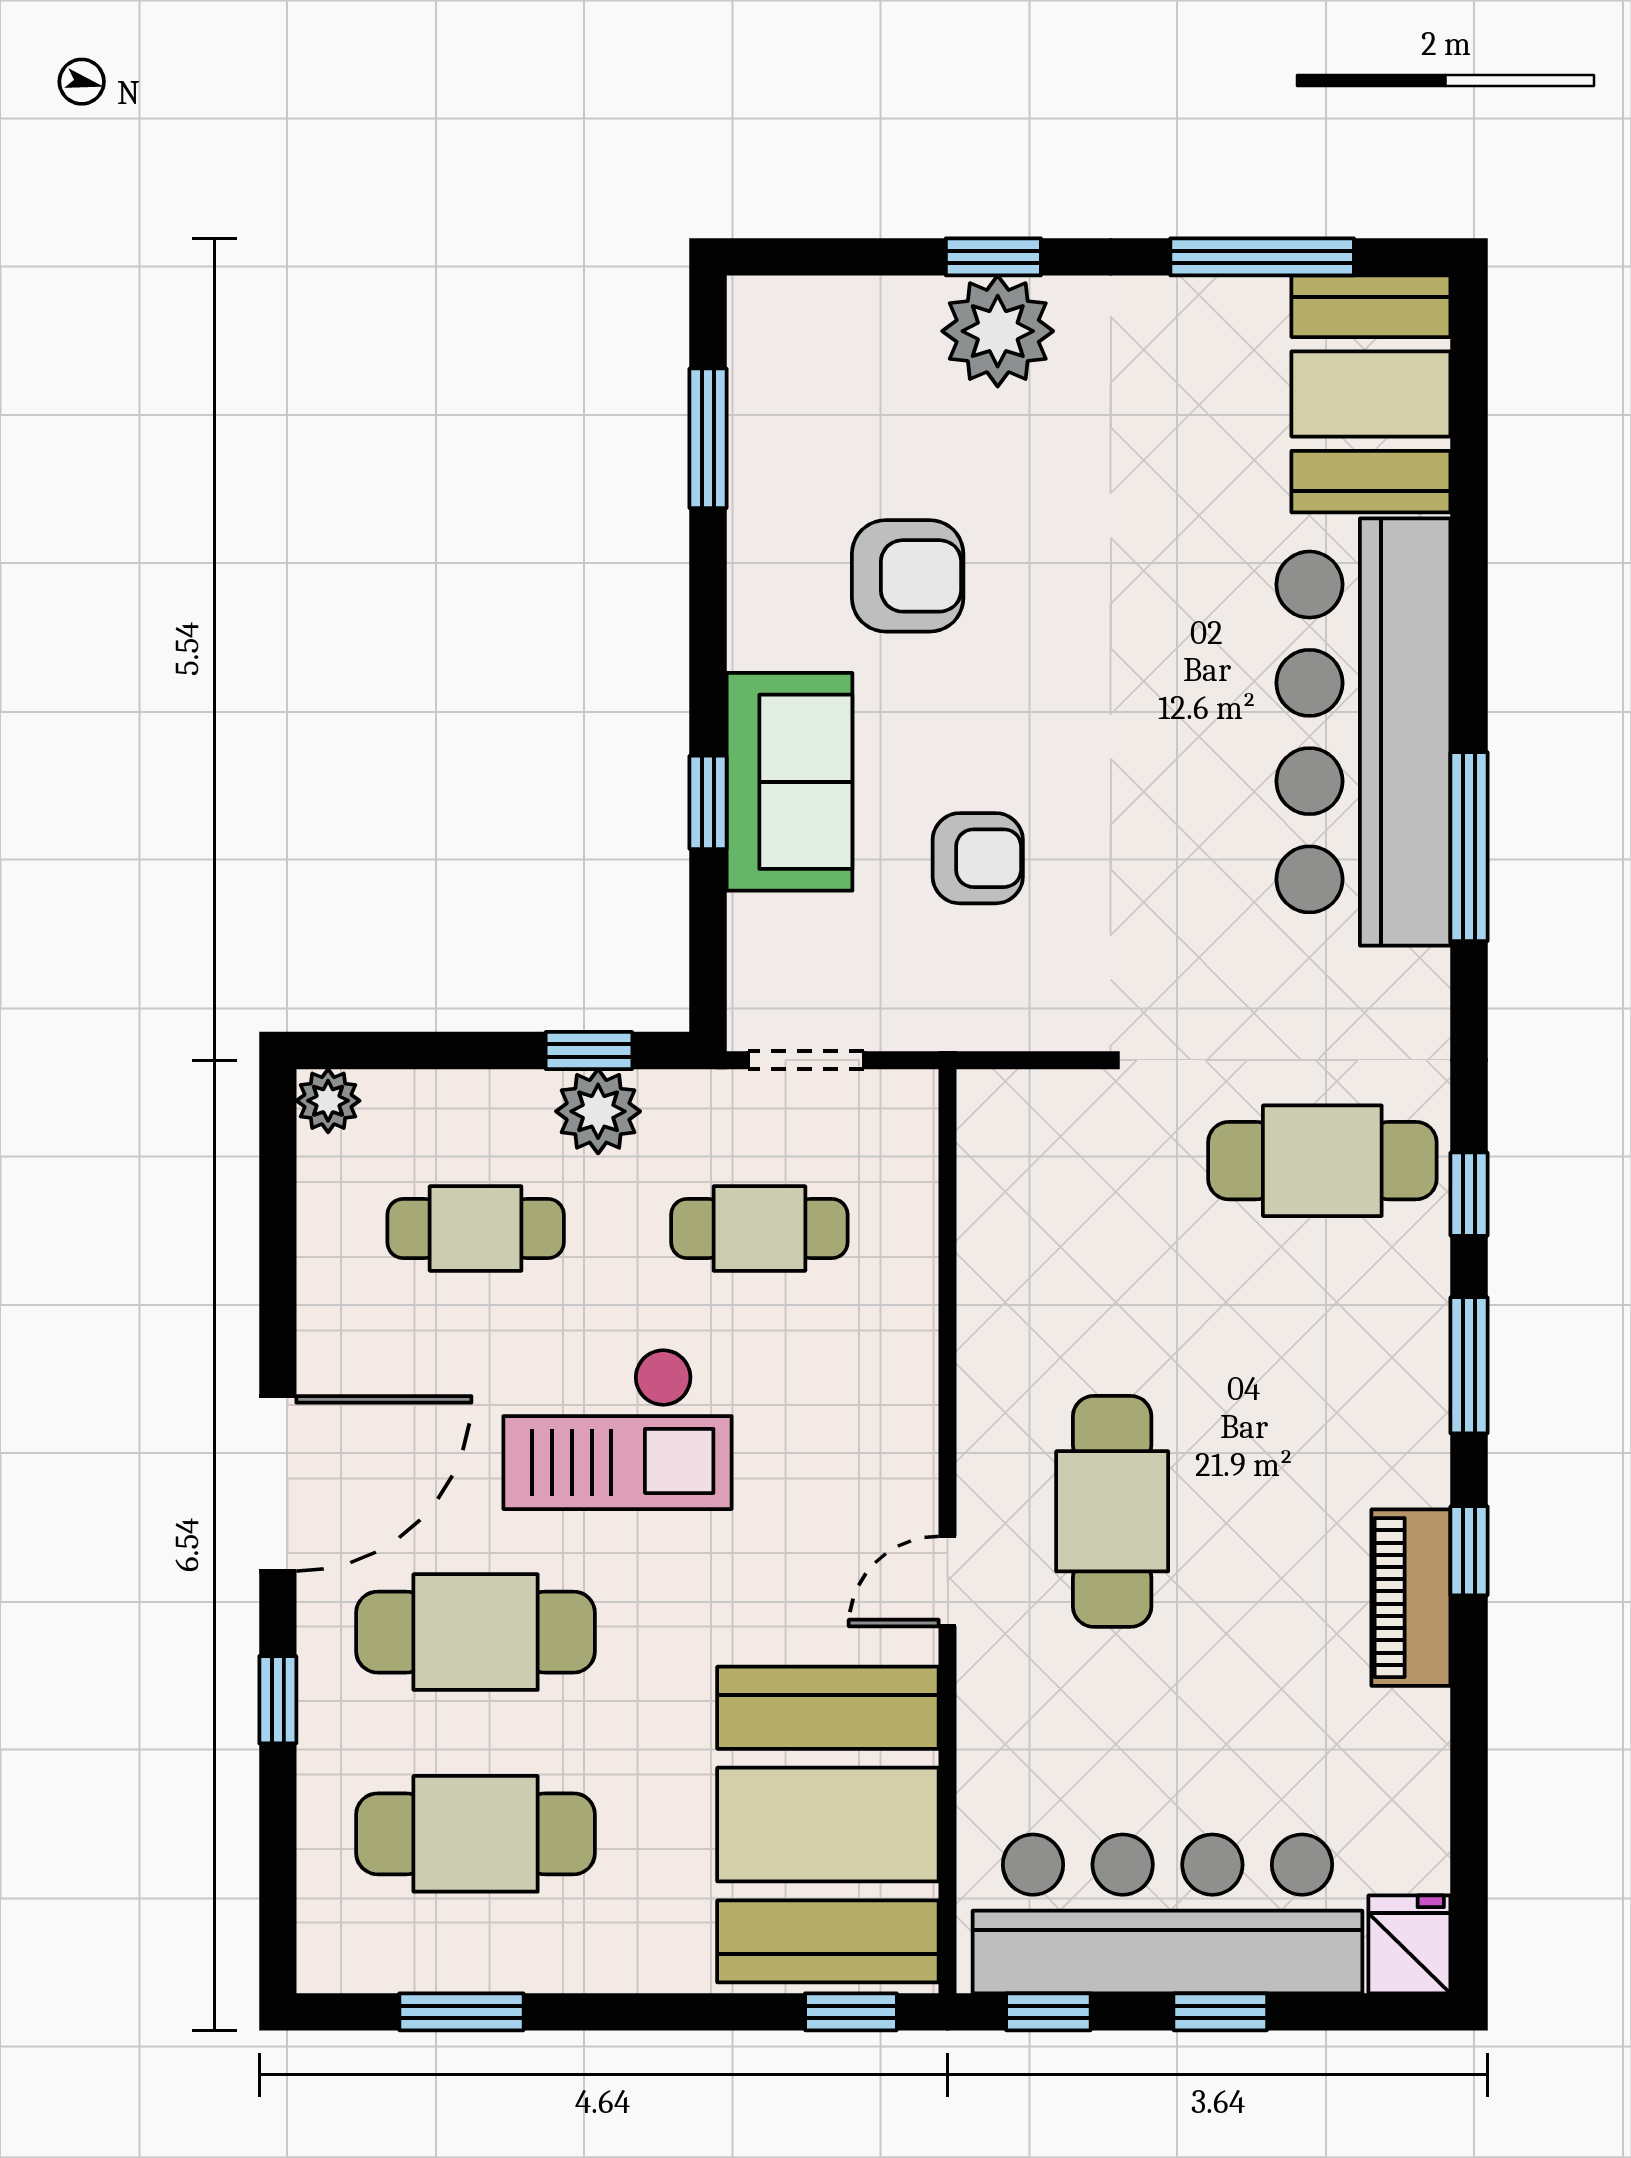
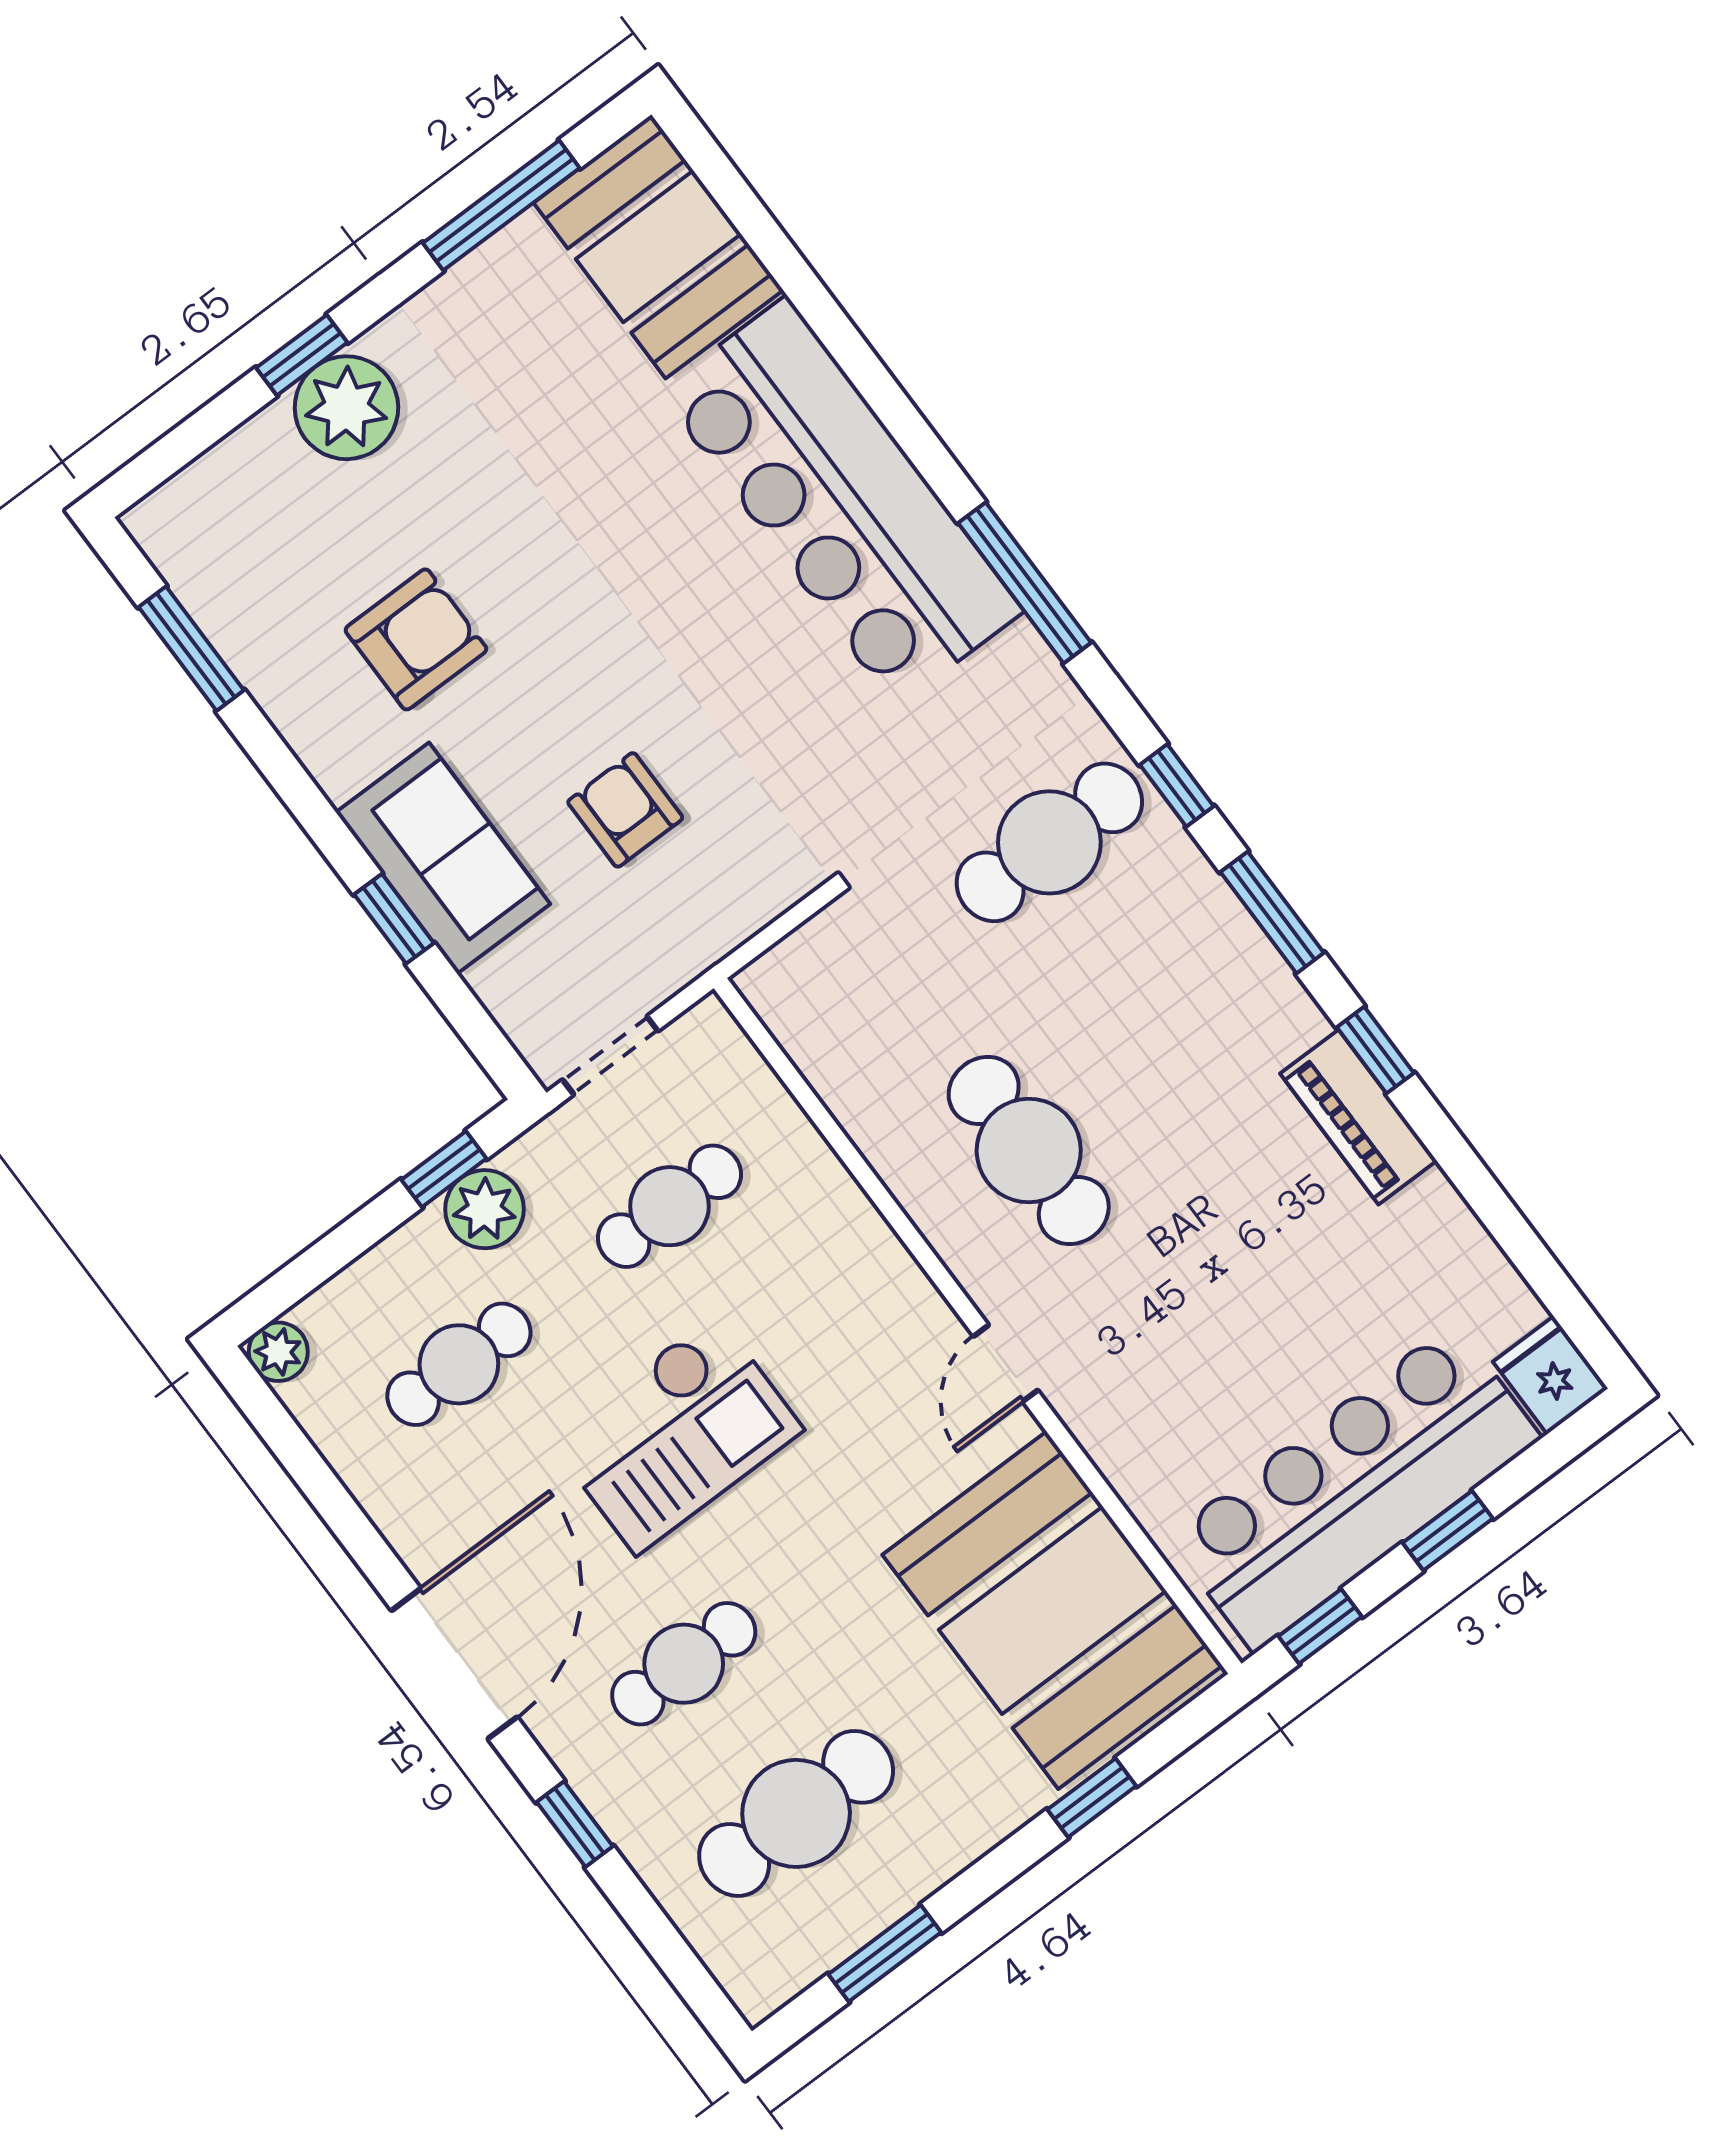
window: (1469, 847) -> (1025, 583), moved
armchair: (978, 858) -> (625, 810), turned -90
cafe table: (1112, 1511) -> (1029, 1151), moved
cafe table: (476, 1632) -> (684, 1664), width x0.73, depth x0.74
window: (851, 2012) -> (1092, 1798), moved

